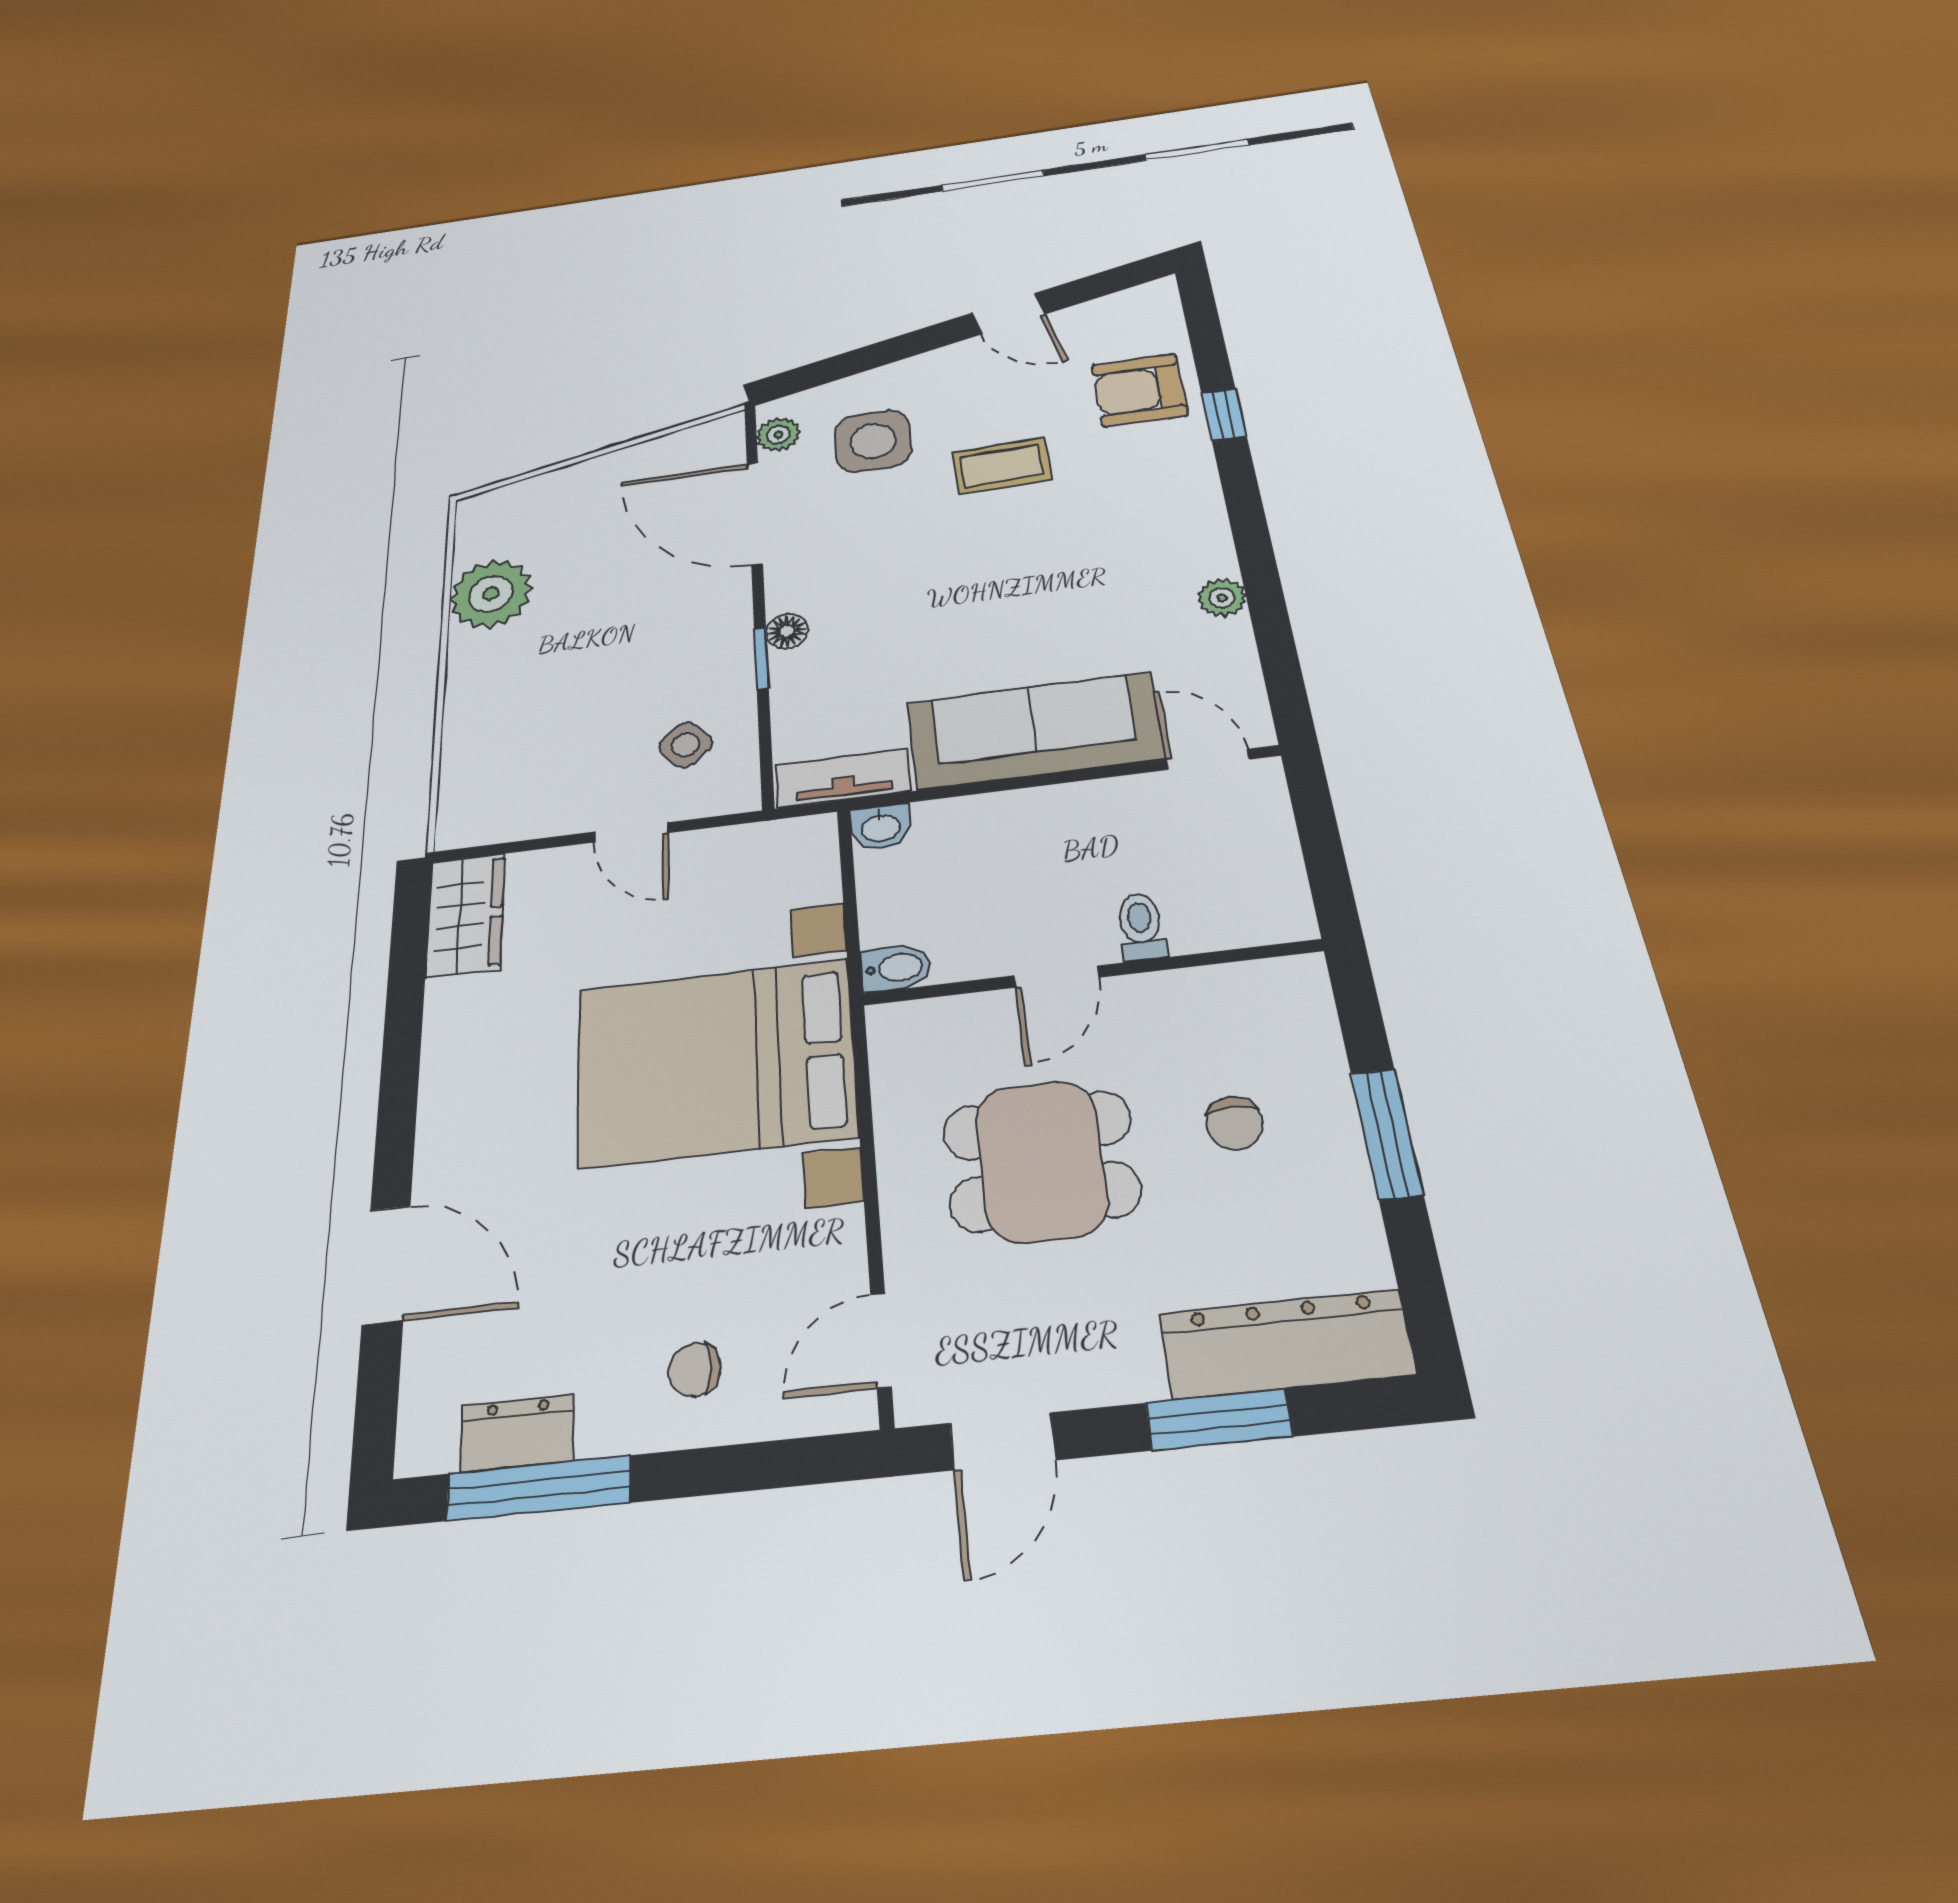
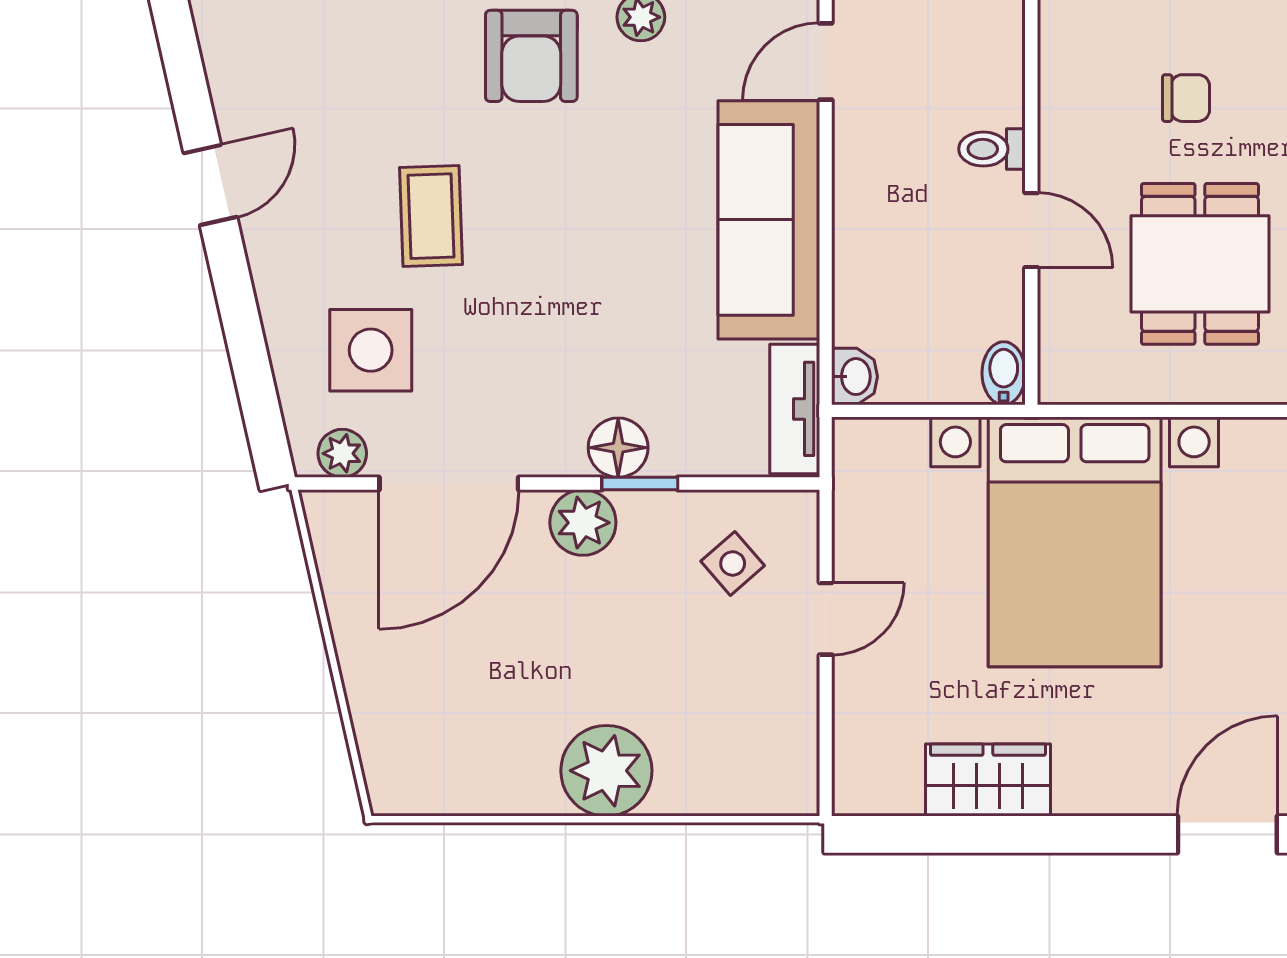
armchair: (1139, 390) -> (531, 56), moved
plant: (491, 594) -> (606, 771), moved
plant: (722, 618) -> (583, 523), added
floor lamp: (787, 631) -> (618, 448), width x1.37, depth x1.37
wardrobe: (466, 915) -> (988, 780), moved

